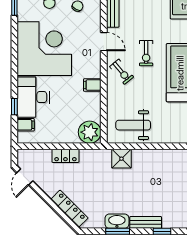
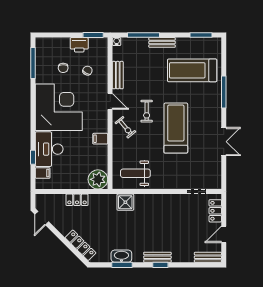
bench: (146, 222) -> (157, 257), moved

